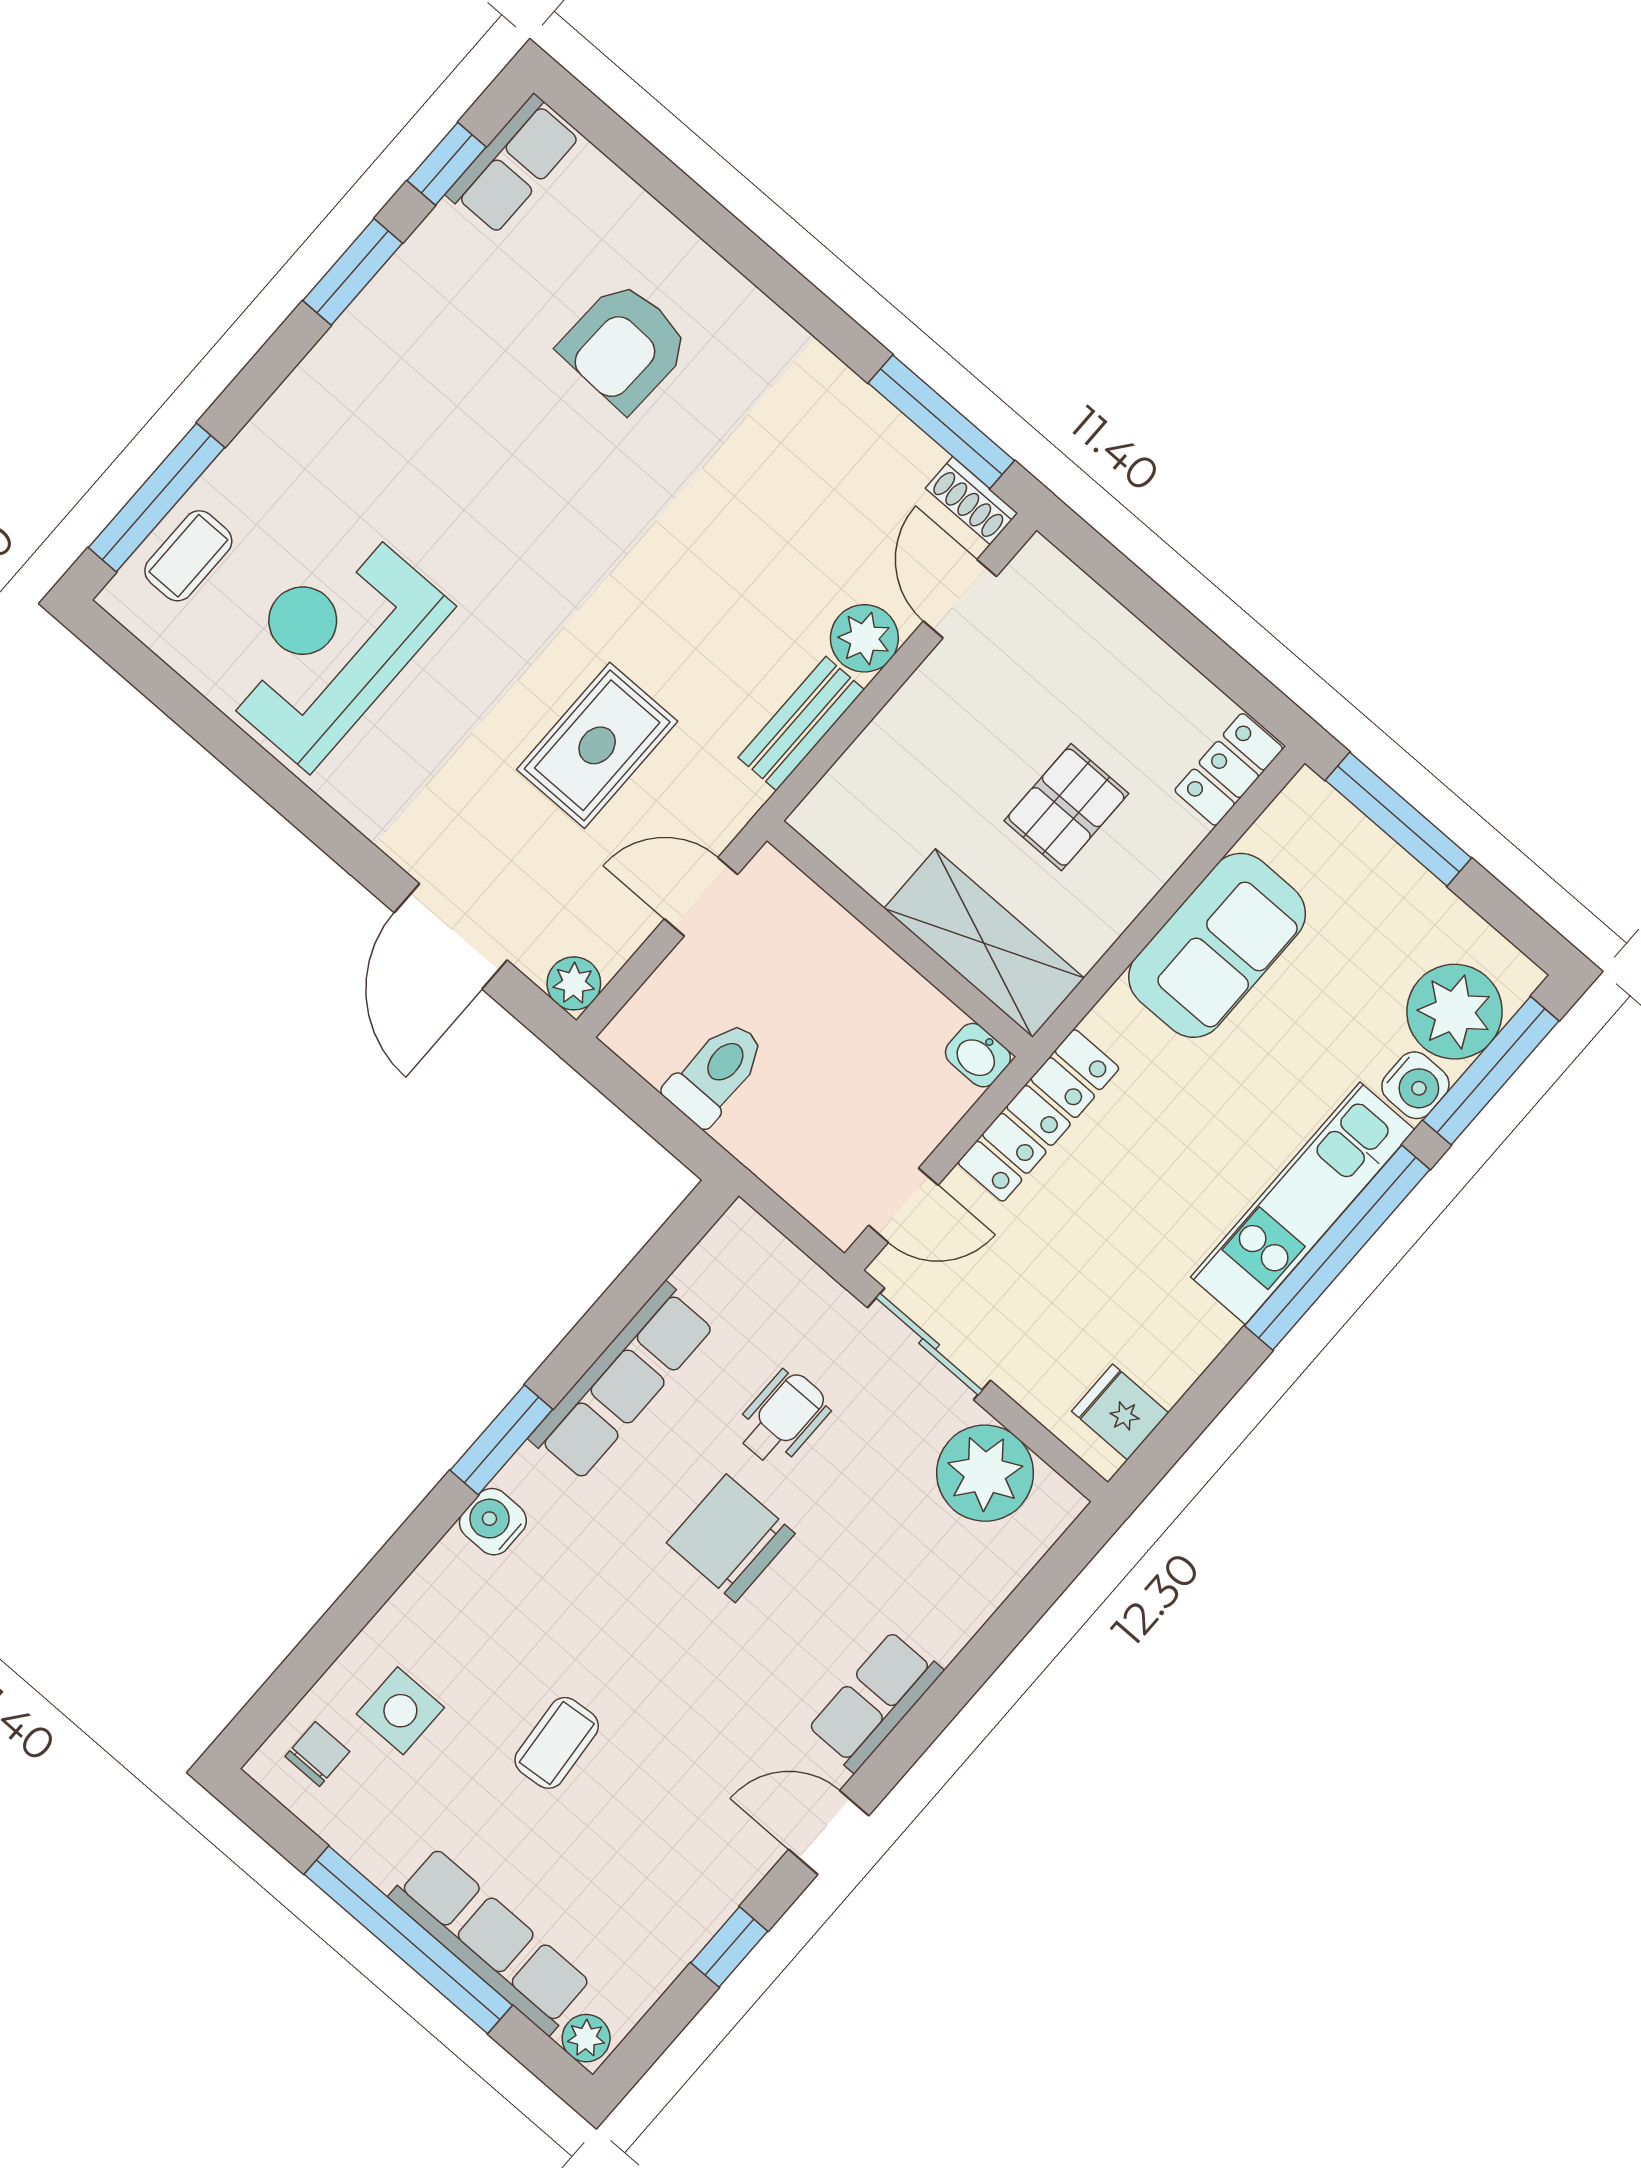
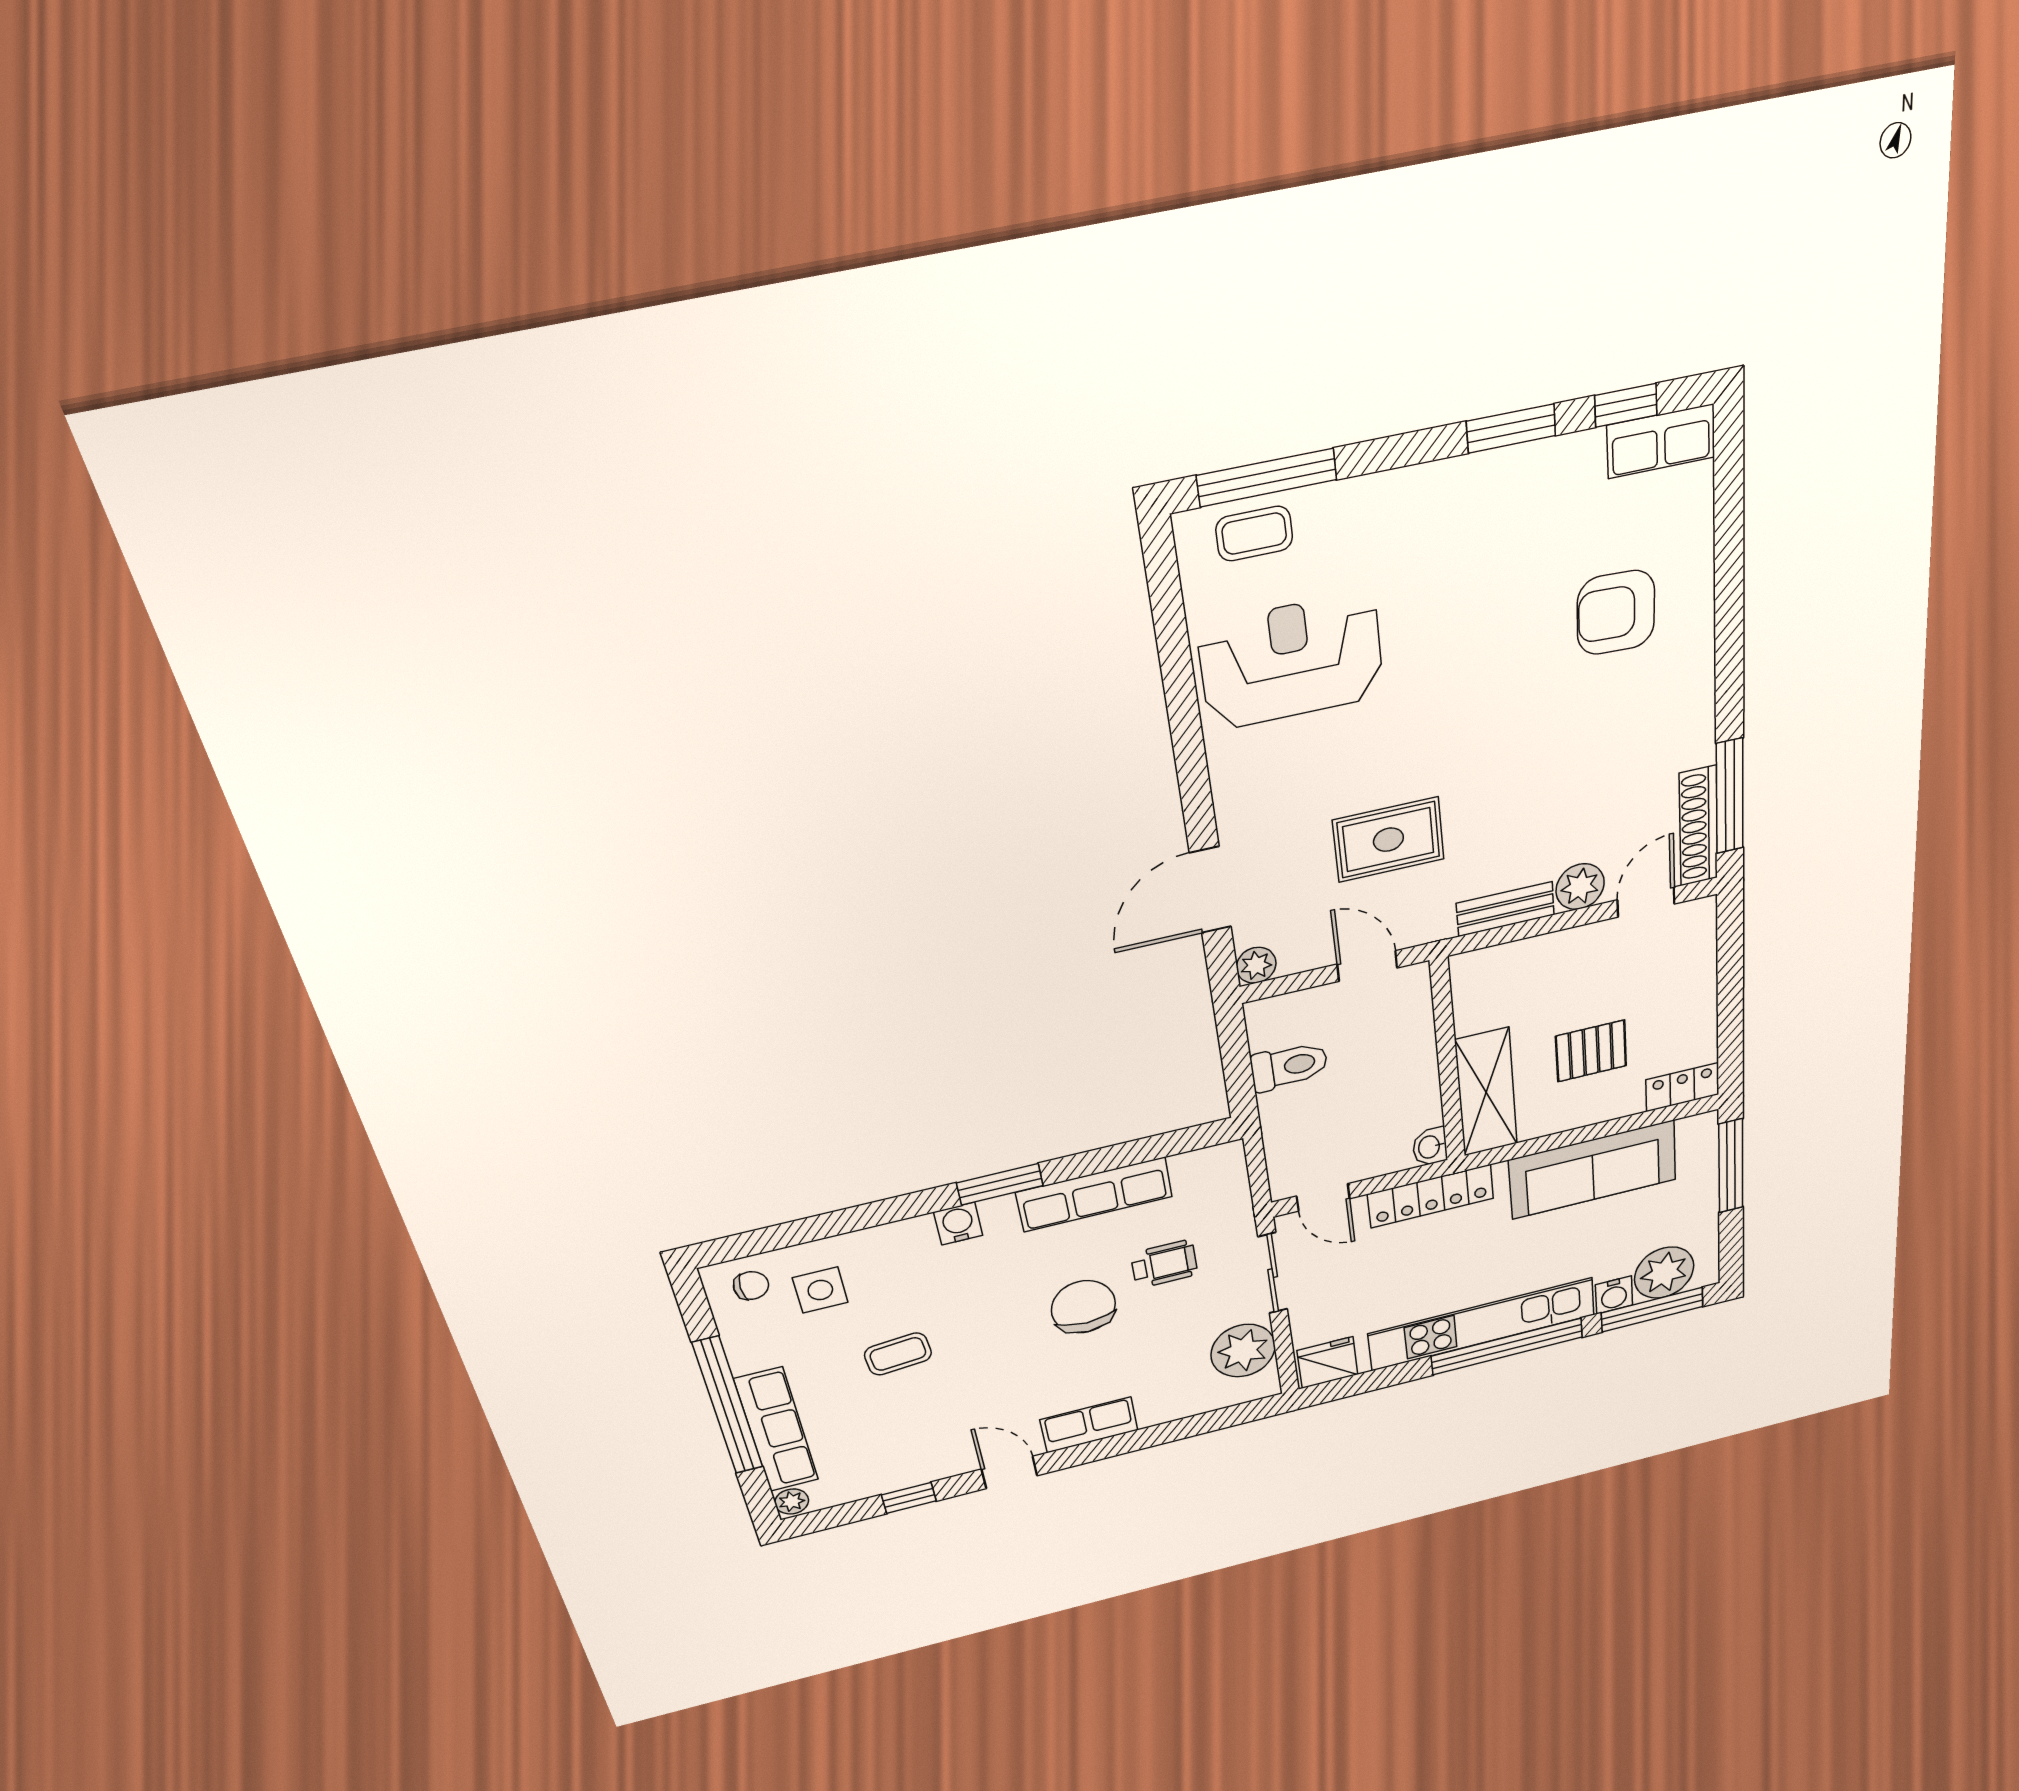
shoe rack: (972, 501) -> (1698, 826), width x1.94, depth x1.24
sofa: (1217, 945) -> (1593, 1170), width x1.36
kitchen unit: (1303, 1203) -> (1482, 1324), width x1.36
fridge: (1120, 1412) -> (1327, 1363), width x1.38

